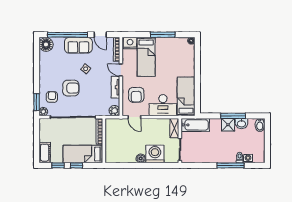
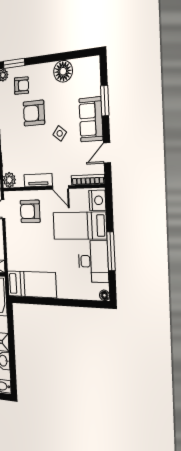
window: (68, 35) -> (105, 101), width x0.47
floor lamp: (46, 44) -> (63, 71), moved
door: (121, 70) -> (61, 187), swing flipped
armchair: (71, 88) -> (34, 113), turned 90
desk: (163, 105) -> (93, 261), moved, turned 180
window: (233, 116) -> (12, 350), removed

